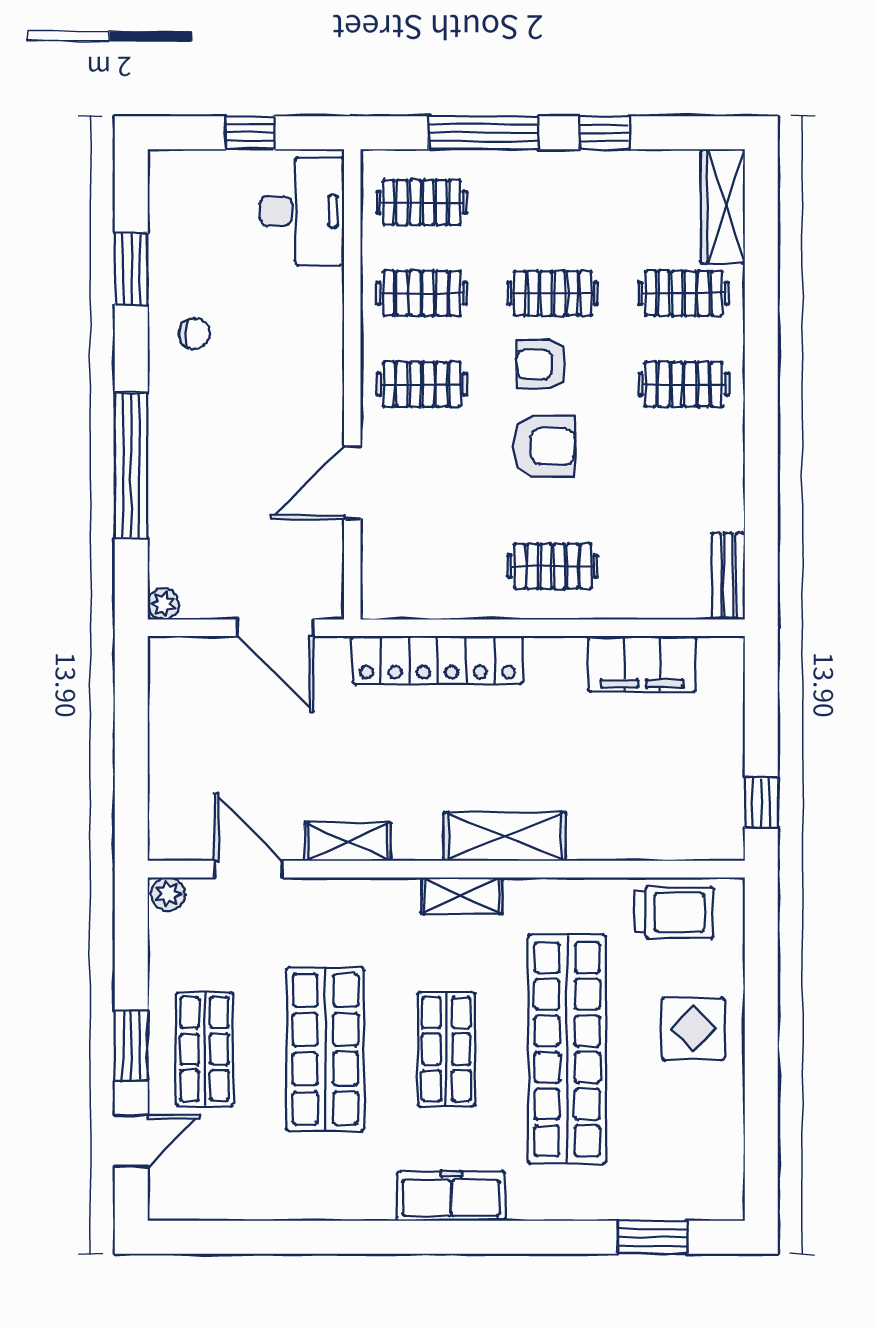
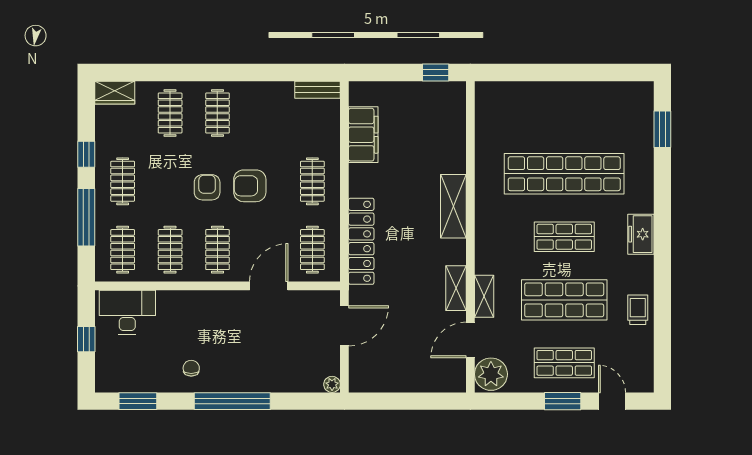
wardrobe: (723, 206) -> (115, 93), width x0.67
window: (131, 269) -> (138, 401), moved
clothes rail: (553, 293) -> (123, 181), moved
armchair: (541, 364) -> (207, 187), turned 180
armchair: (544, 446) -> (250, 186), turned -91
window: (131, 465) -> (232, 401), moved
door: (352, 482) -> (269, 286), swing flipped
clothes rail: (422, 566) -> (312, 250), added
plant: (168, 894) -> (491, 374), width x1.88, depth x1.88
shelving: (462, 896) -> (484, 296), moved
trolley: (674, 912) -> (638, 310), moved, width x0.73, depth x0.72
display table: (693, 1029) -> (553, 108), removed
freezer: (451, 1196) -> (641, 234), width x0.71

